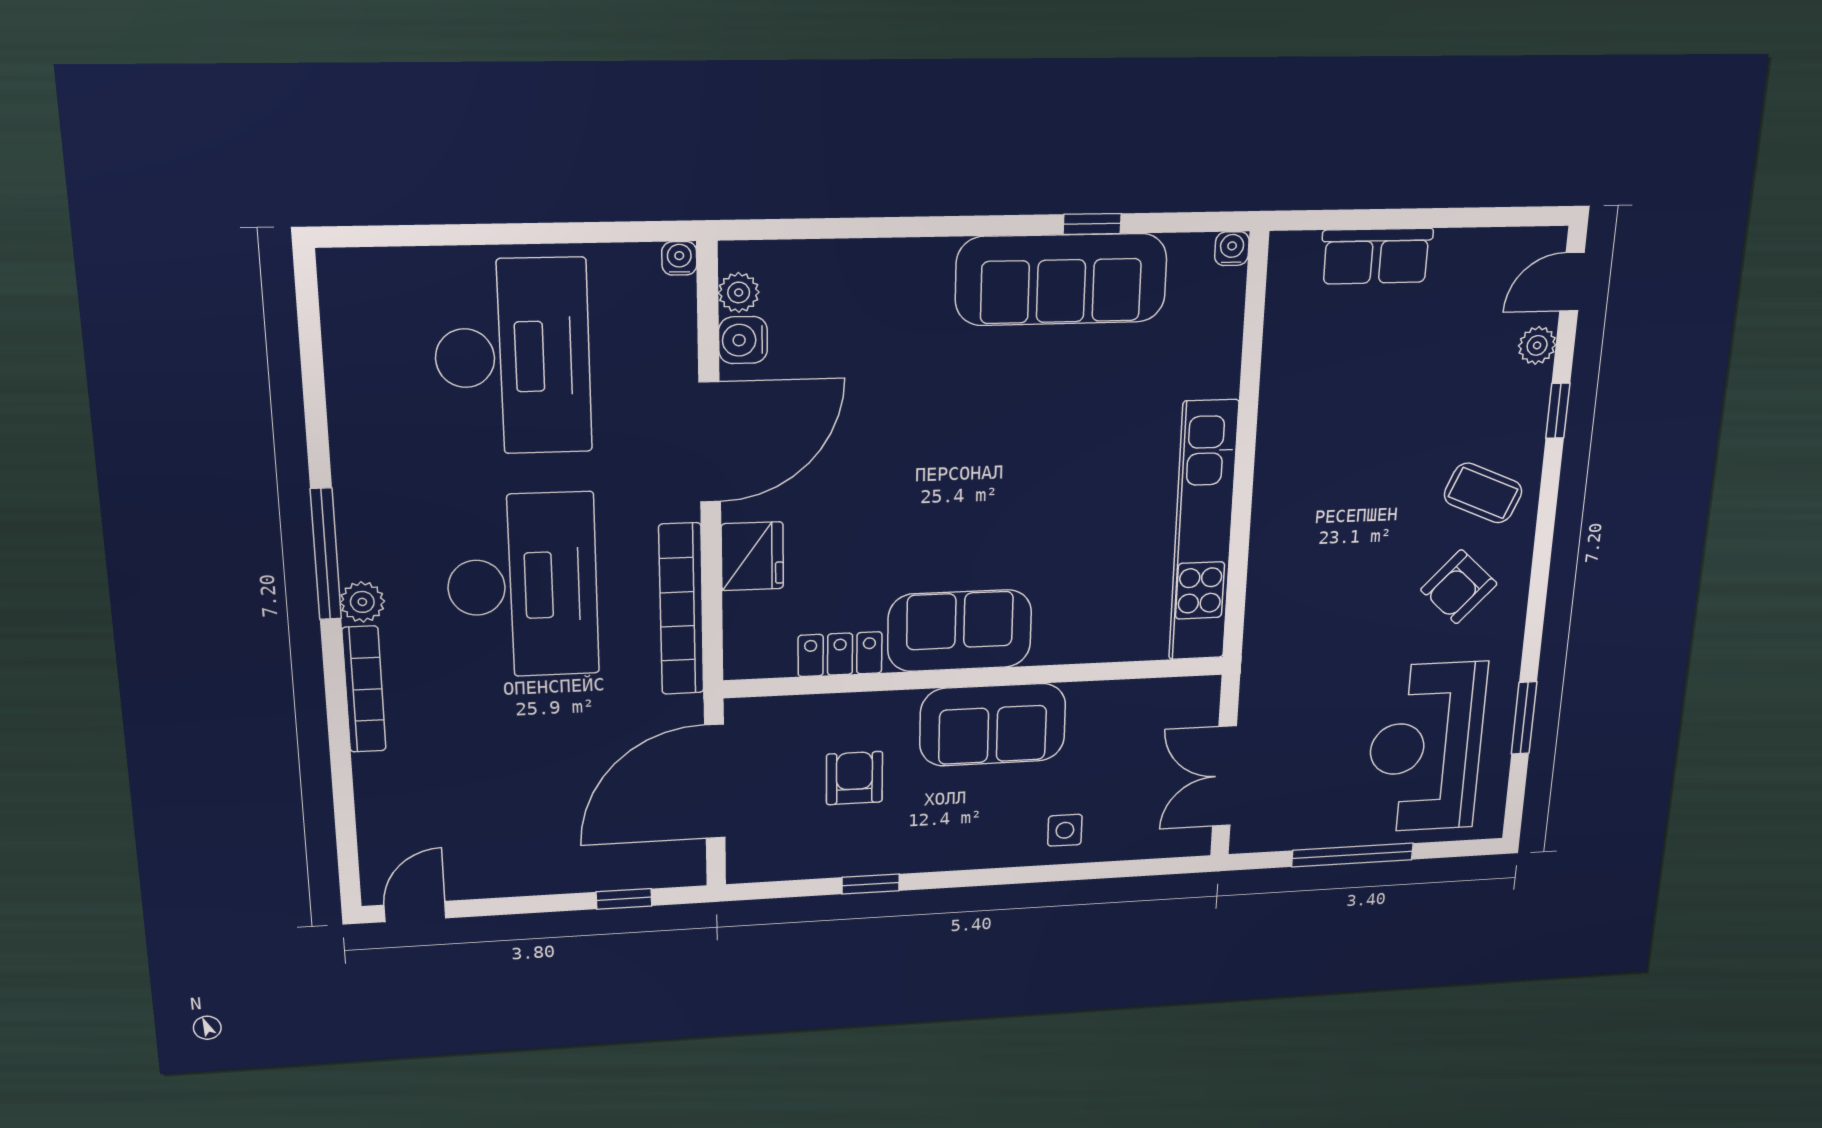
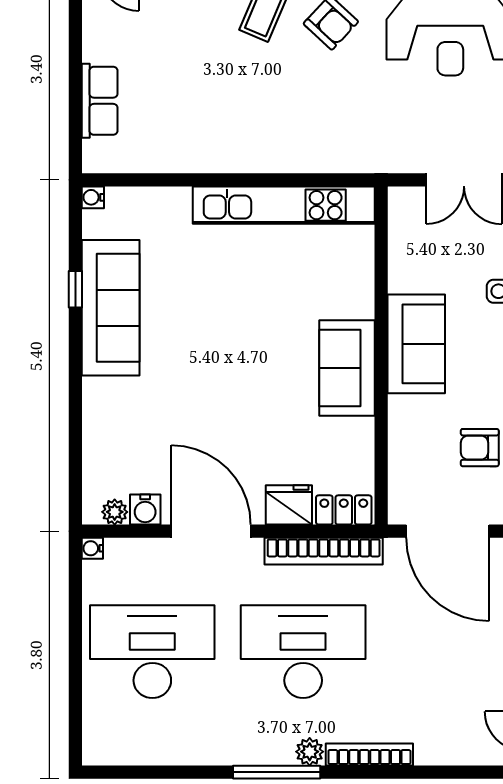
locker: (840, 654) -> (344, 510), moved, turned 90
armchair: (854, 778) -> (480, 448), moved

